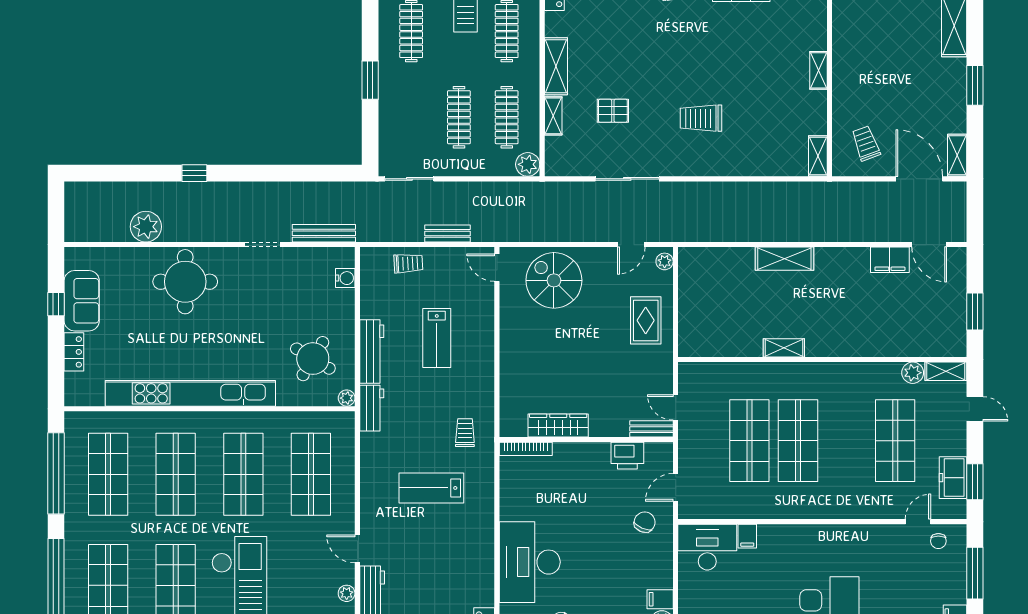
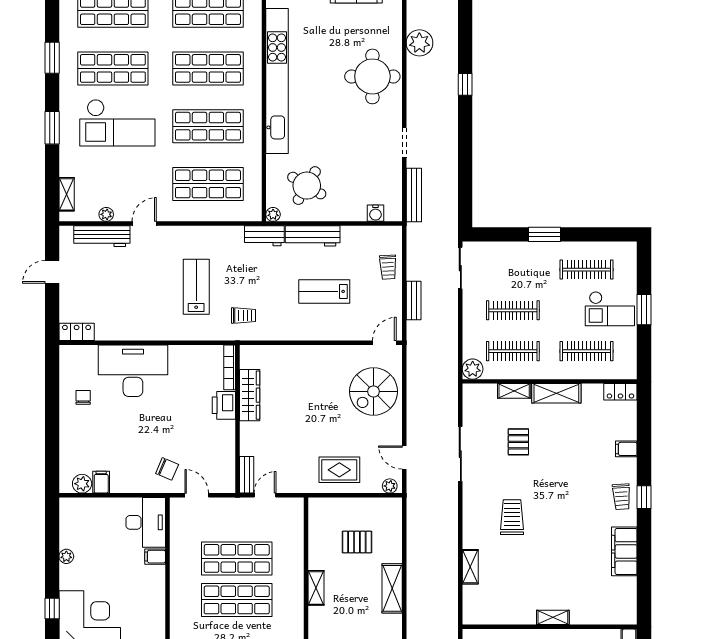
shelving: (818, 156) -> (470, 567), moved, turned 90
spiral stairs: (554, 280) -> (374, 391), turned 180
pallet: (730, 300) -> (357, 542), added
printer: (627, 456) -> (224, 405), moved

